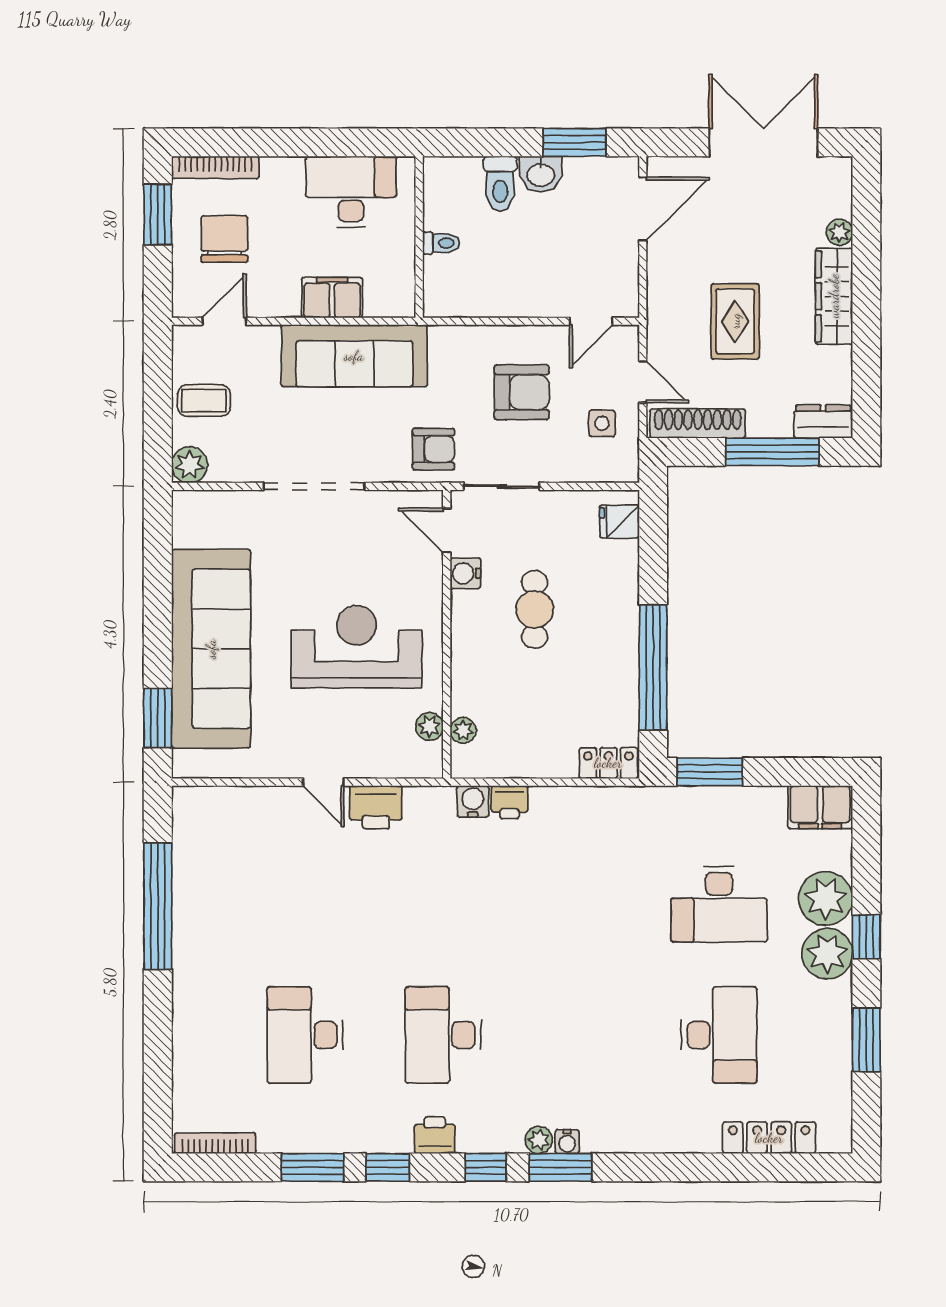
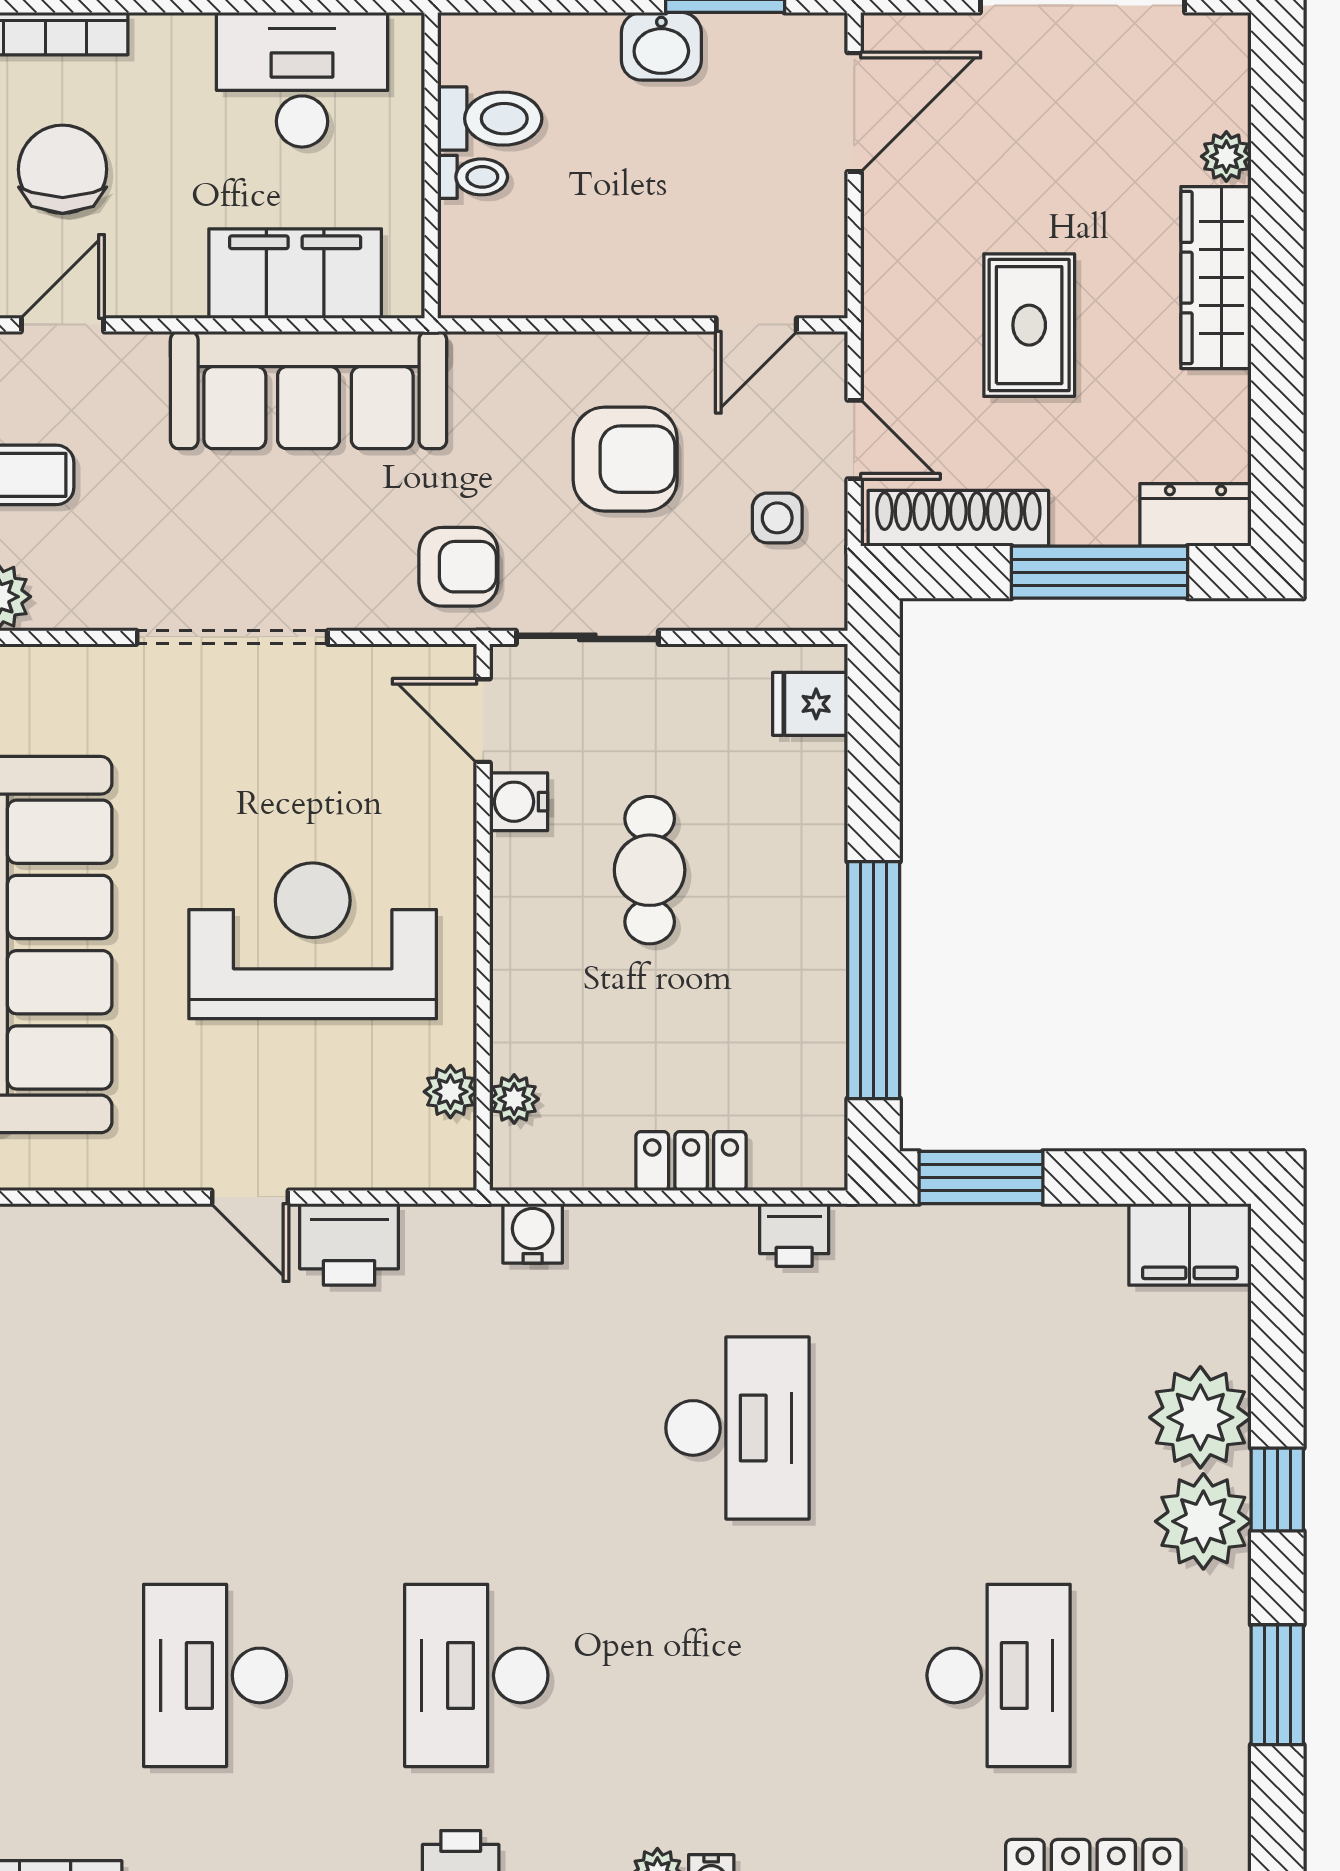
toilet: (500, 184) -> (490, 119), moved, turned -90
filing cabinet: (332, 298) -> (295, 274), width x1.50, depth x1.17
locker: (608, 763) -> (691, 1161), moved
printer: (510, 802) -> (794, 1235), moved
desk: (719, 904) -> (737, 1428), moved, turned -90

